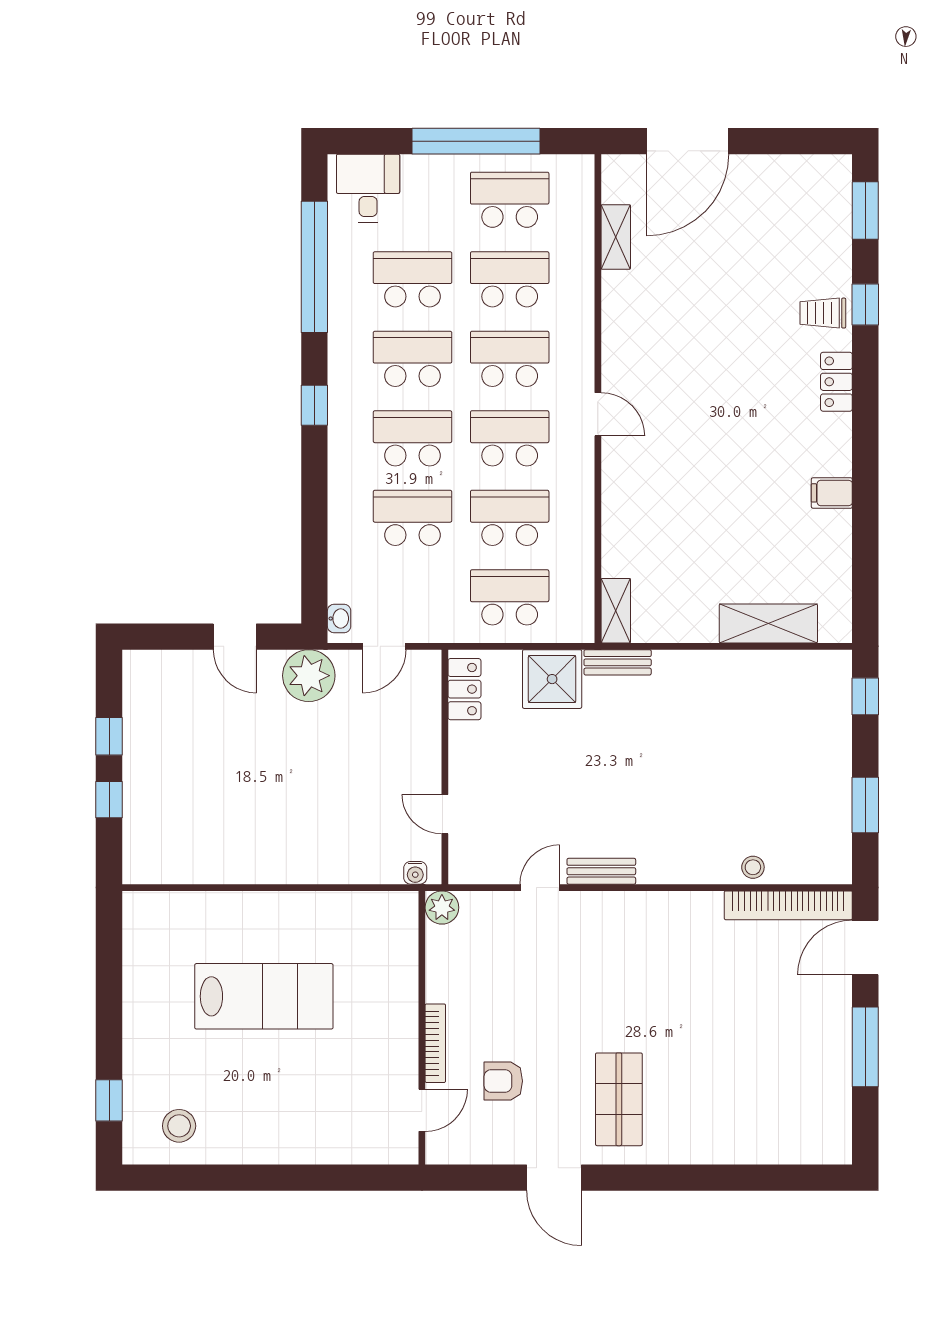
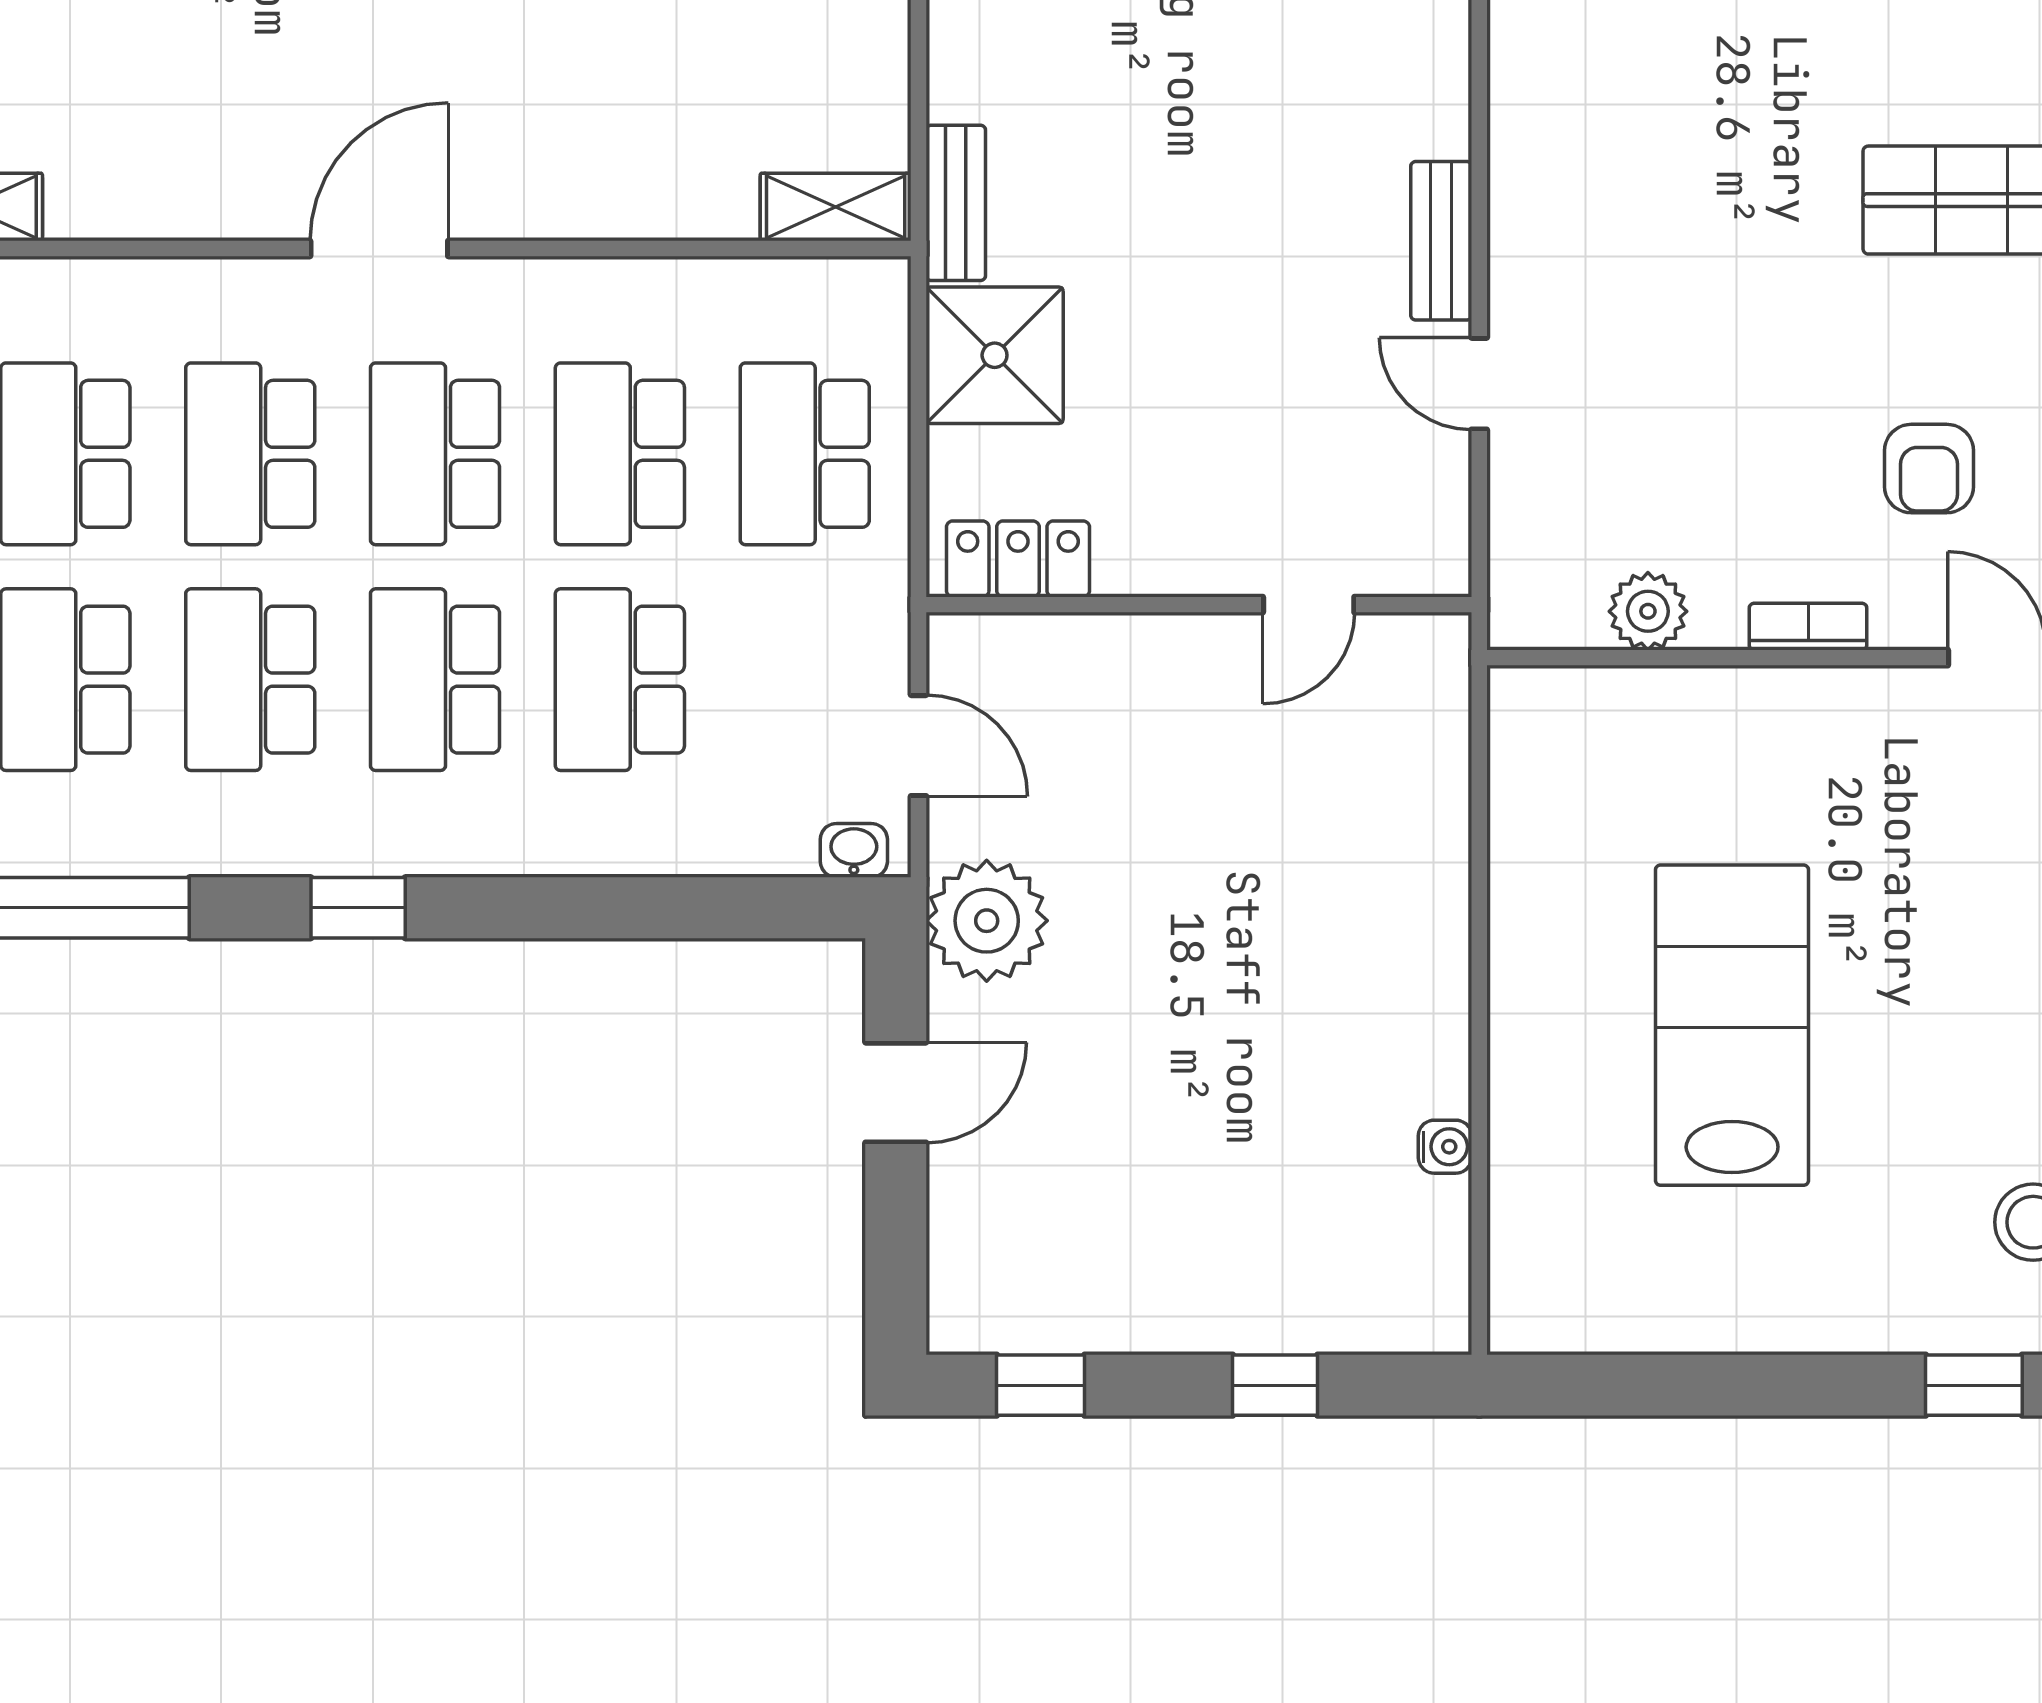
door: (598, 414) -> (379, 249), width x1.38
window: (109, 736) -> (1041, 1385), moved
water cooler: (415, 873) -> (1445, 1147), moved
plant: (442, 908) -> (1648, 611), moved
bookcase: (435, 1043) -> (1808, 627), width x0.64

